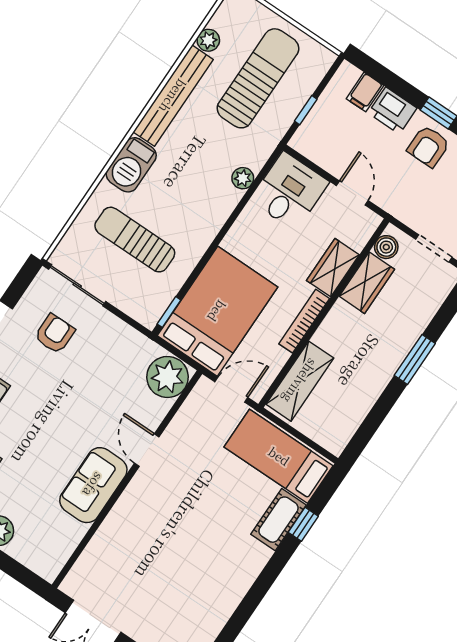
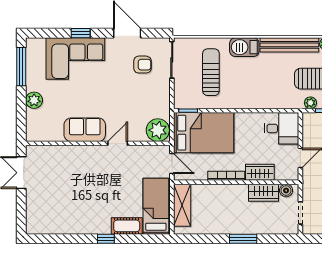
plant: (243, 178) -> (310, 103), moved
shelving: (300, 381) -> (182, 205), moved, turned 90
window: (303, 524) -> (106, 239), moved

